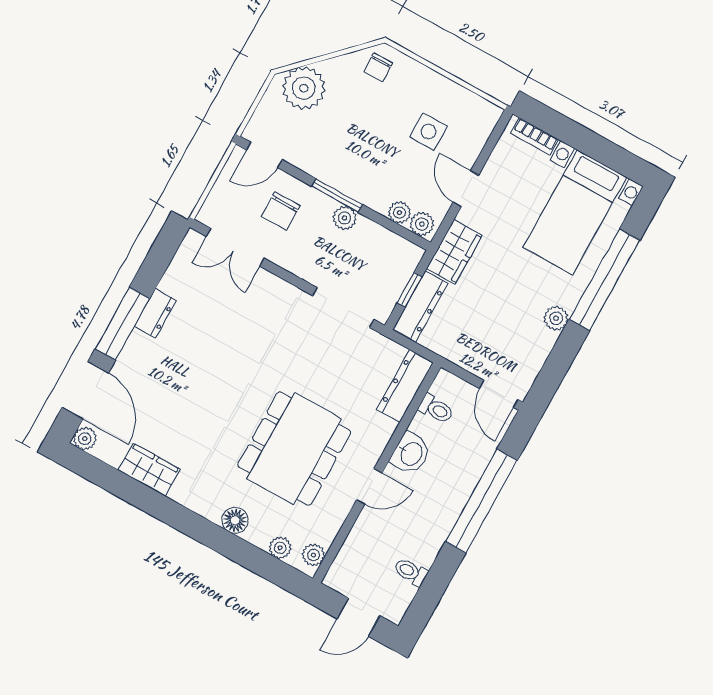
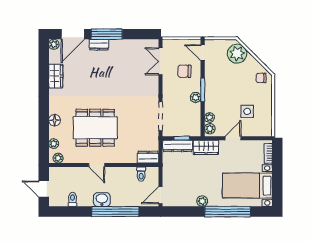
dresser: (155, 313) -> (99, 45), moved
dresser: (405, 386) -> (148, 157), width x0.70
washbasin: (411, 453) -> (102, 199), moved, turned 180

